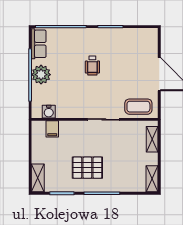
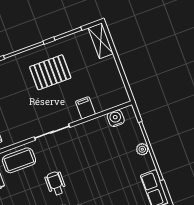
wheelchair: (92, 66) -> (56, 183), moved
plant: (41, 75) -> (142, 149), width x0.53, depth x0.53
filing cabinet: (52, 129) -> (85, 108), moved

